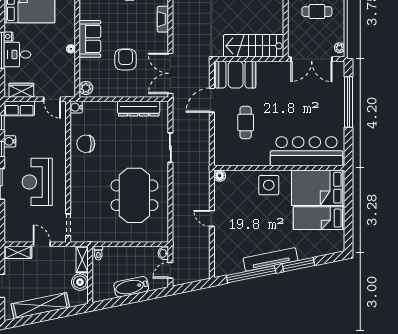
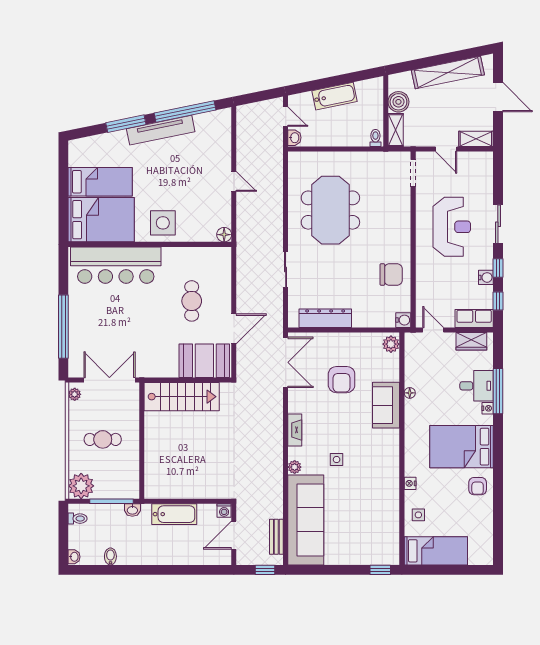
door: (170, 270) -> (286, 117), hinge flipped

